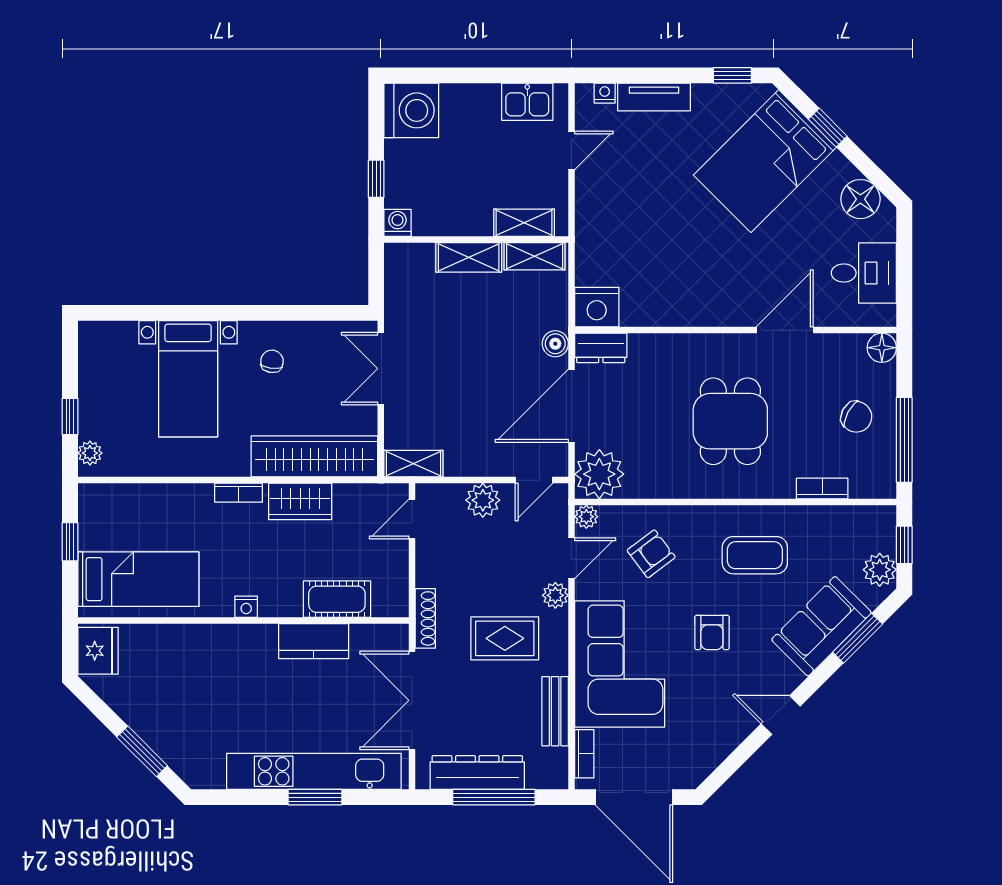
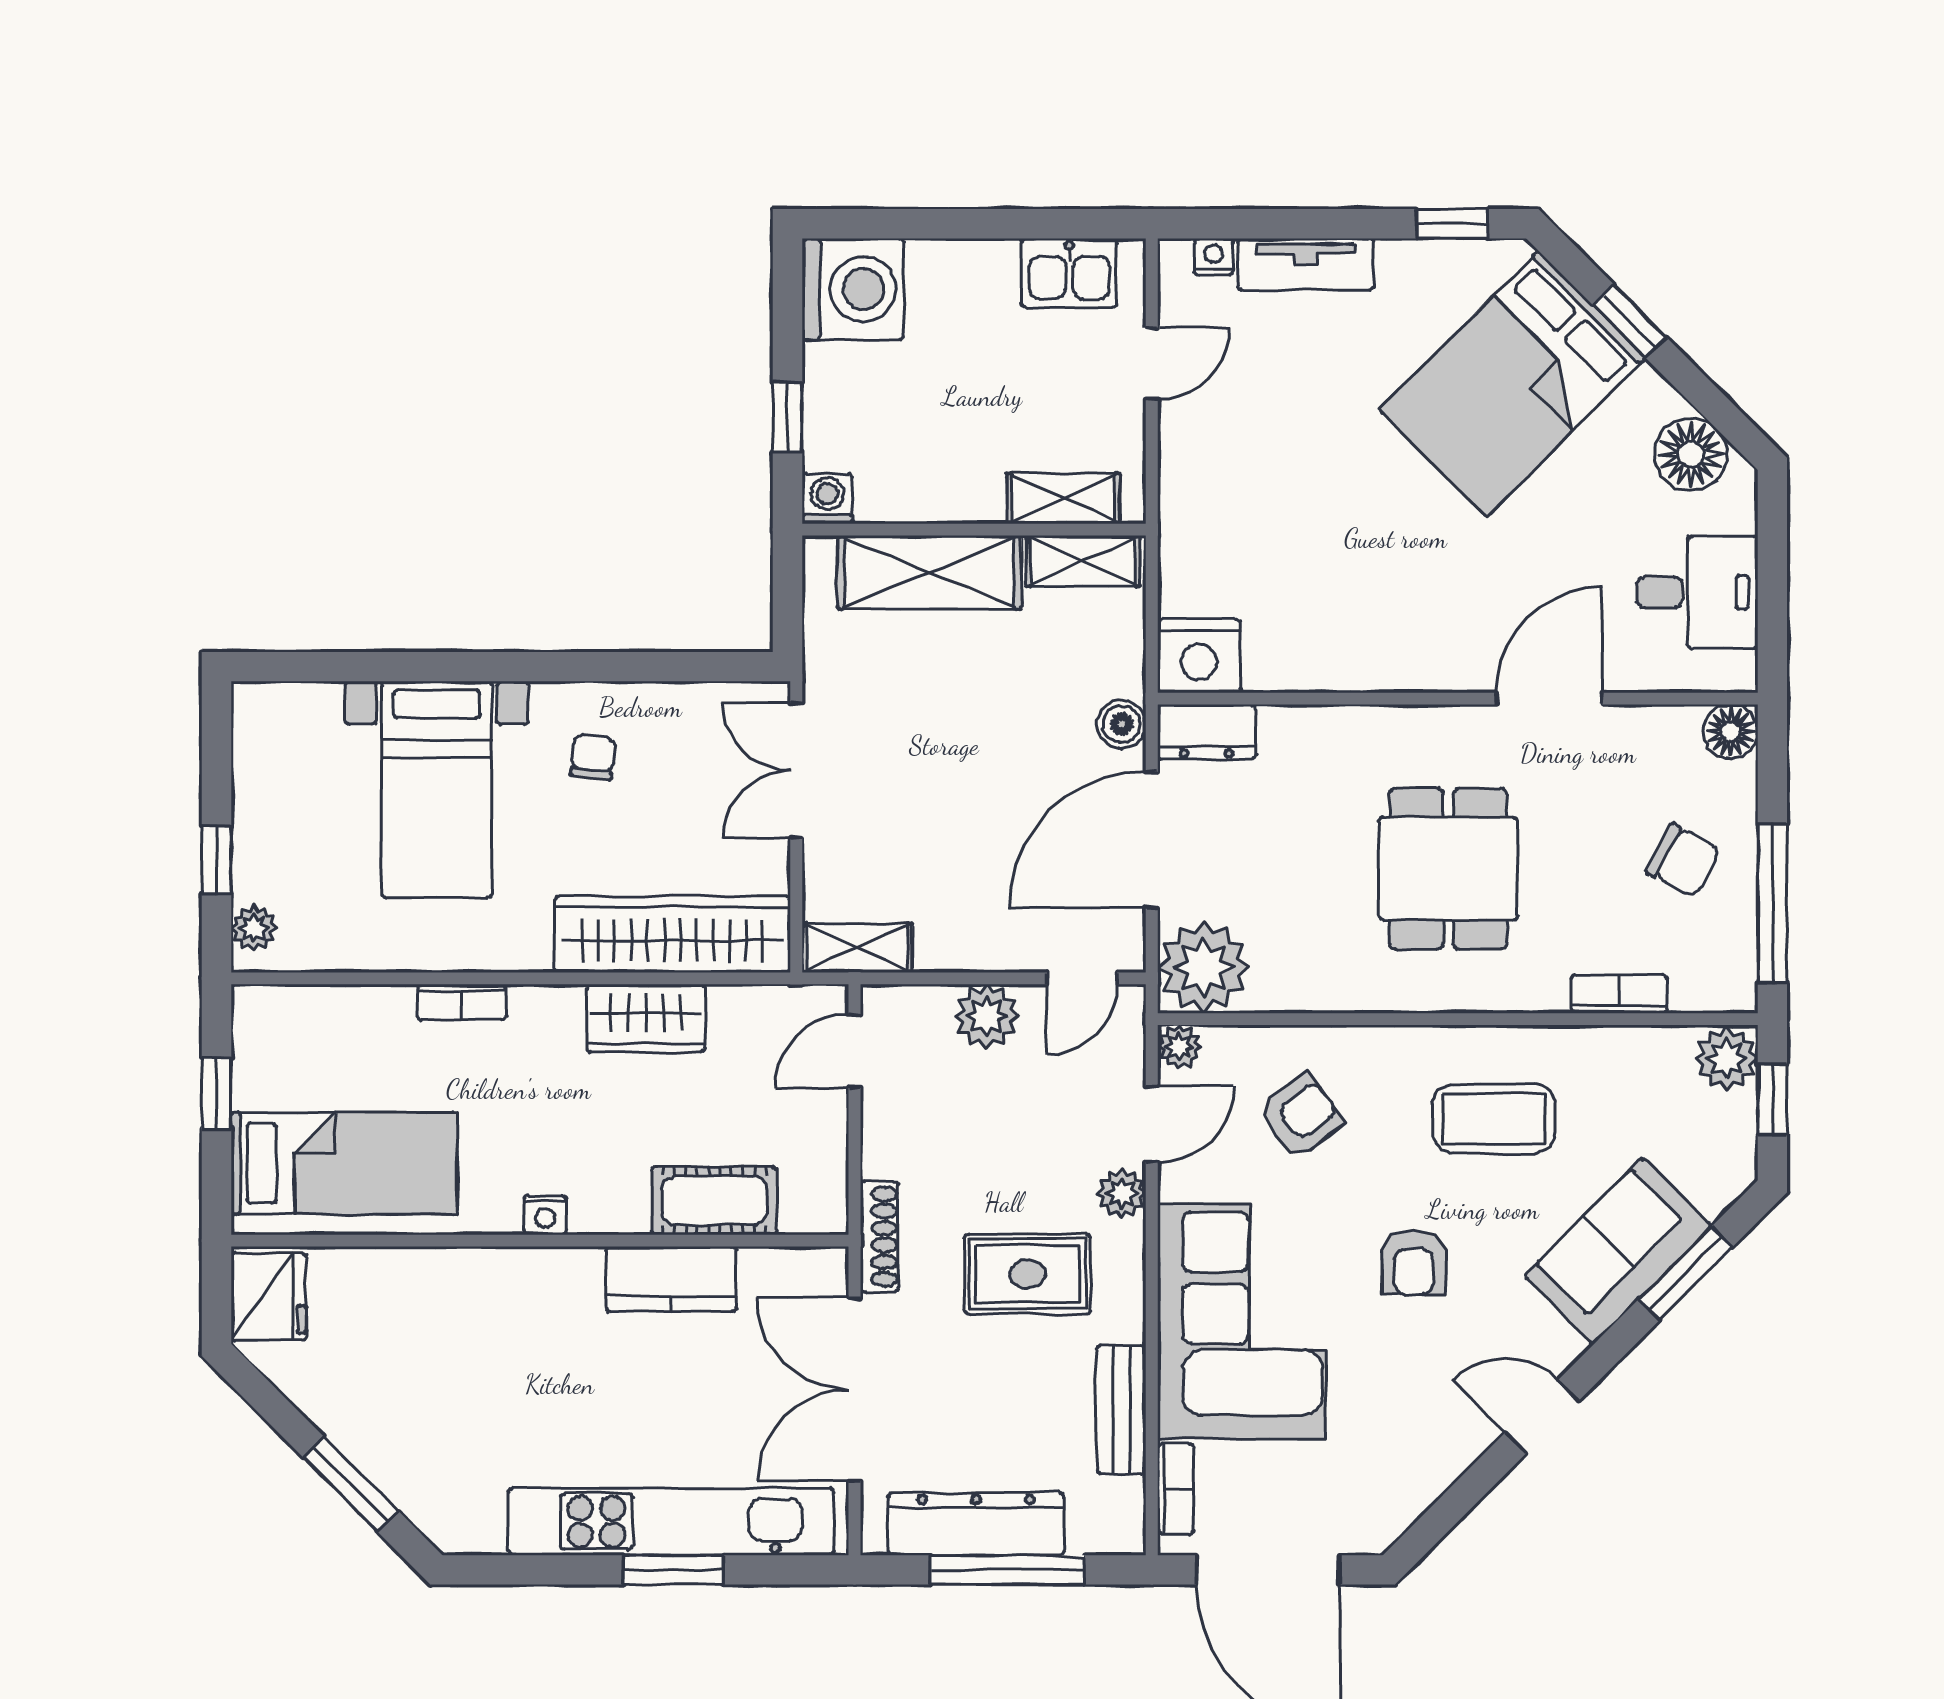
shelving: (469, 257) -> (929, 572), width x1.50, depth x1.33
bookcase: (239, 493) -> (462, 1002), moved
plant: (880, 570) -> (1727, 1058), moved

